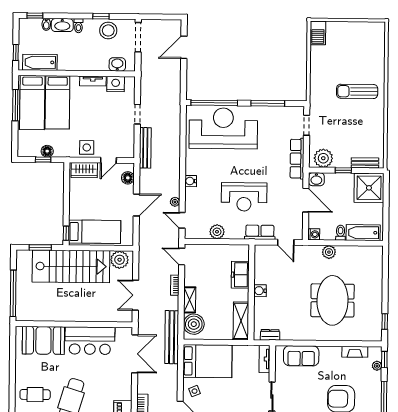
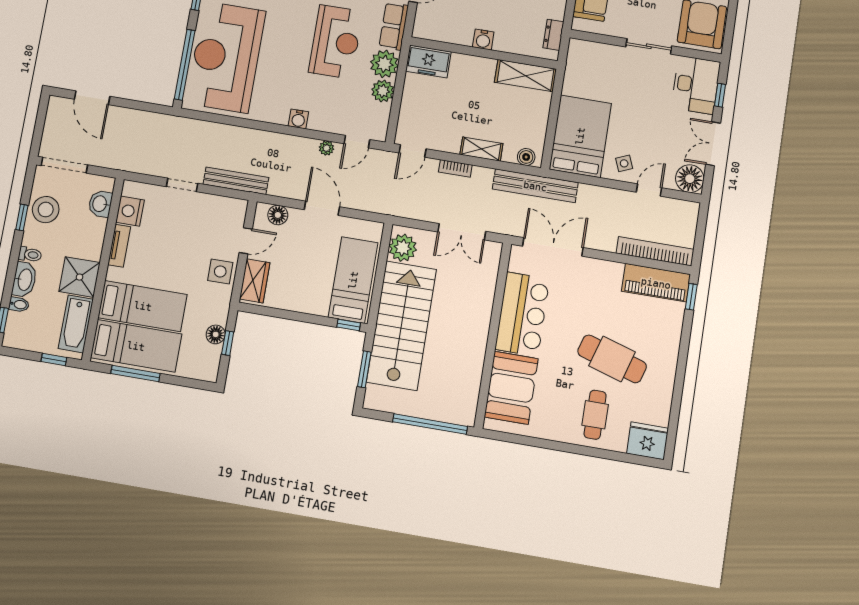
shower: (69, 59) -> (79, 277), added
door: (108, 160) -> (246, 241), hinge flipped
plant: (235, 230) -> (384, 64), added
freezer: (240, 275) -> (428, 62), moved
boiler: (194, 324) -> (526, 157), width x0.54, depth x0.54
tv unit: (265, 359) -> (589, 49), removed

